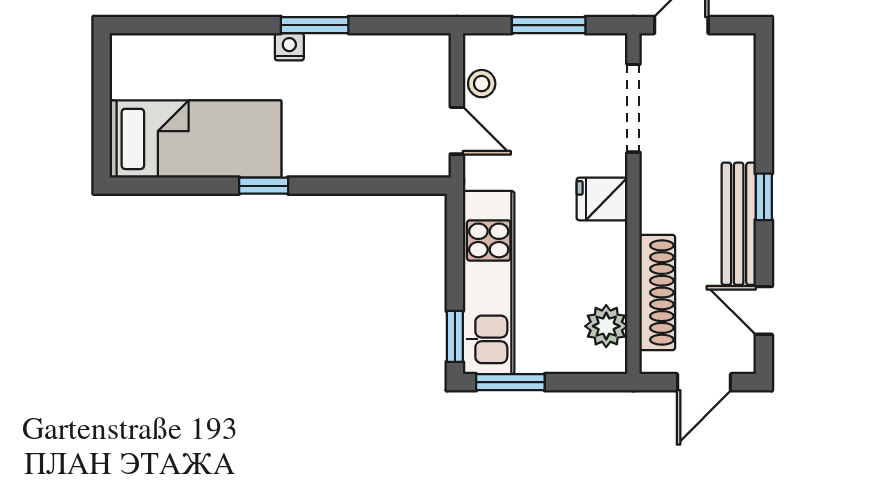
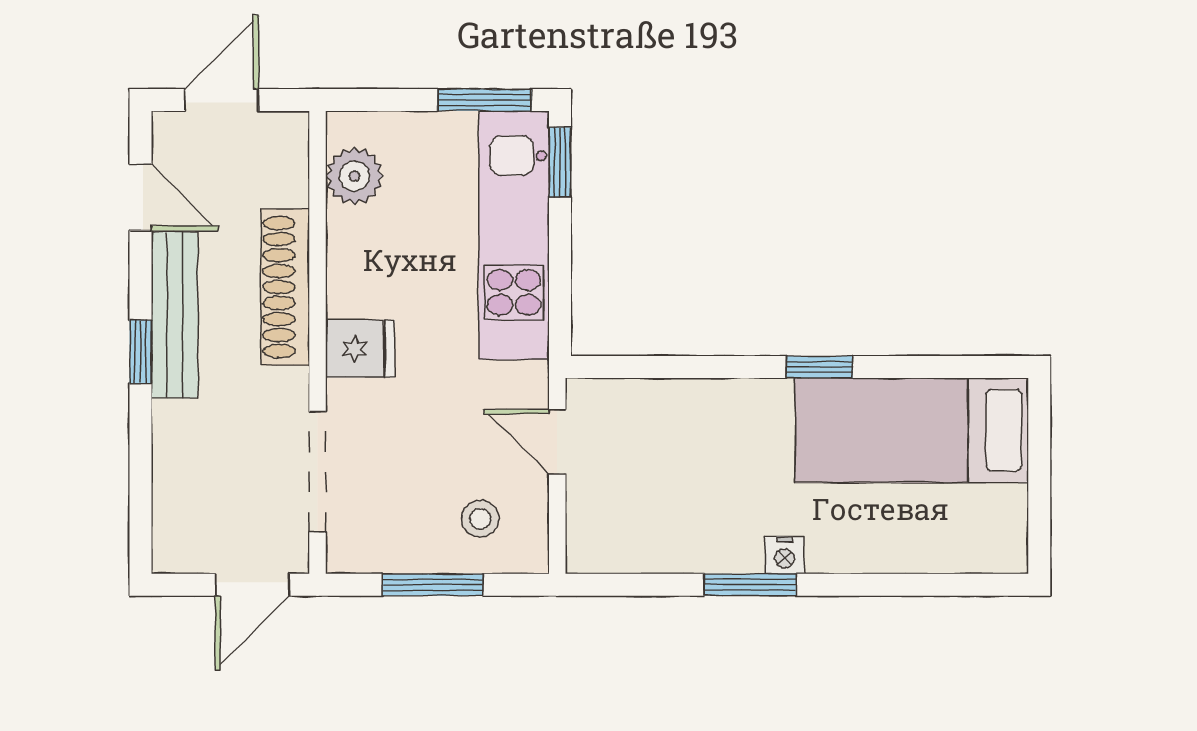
stool: (482, 84) -> (480, 519), moved
shoe rack: (657, 293) -> (285, 287), moved

